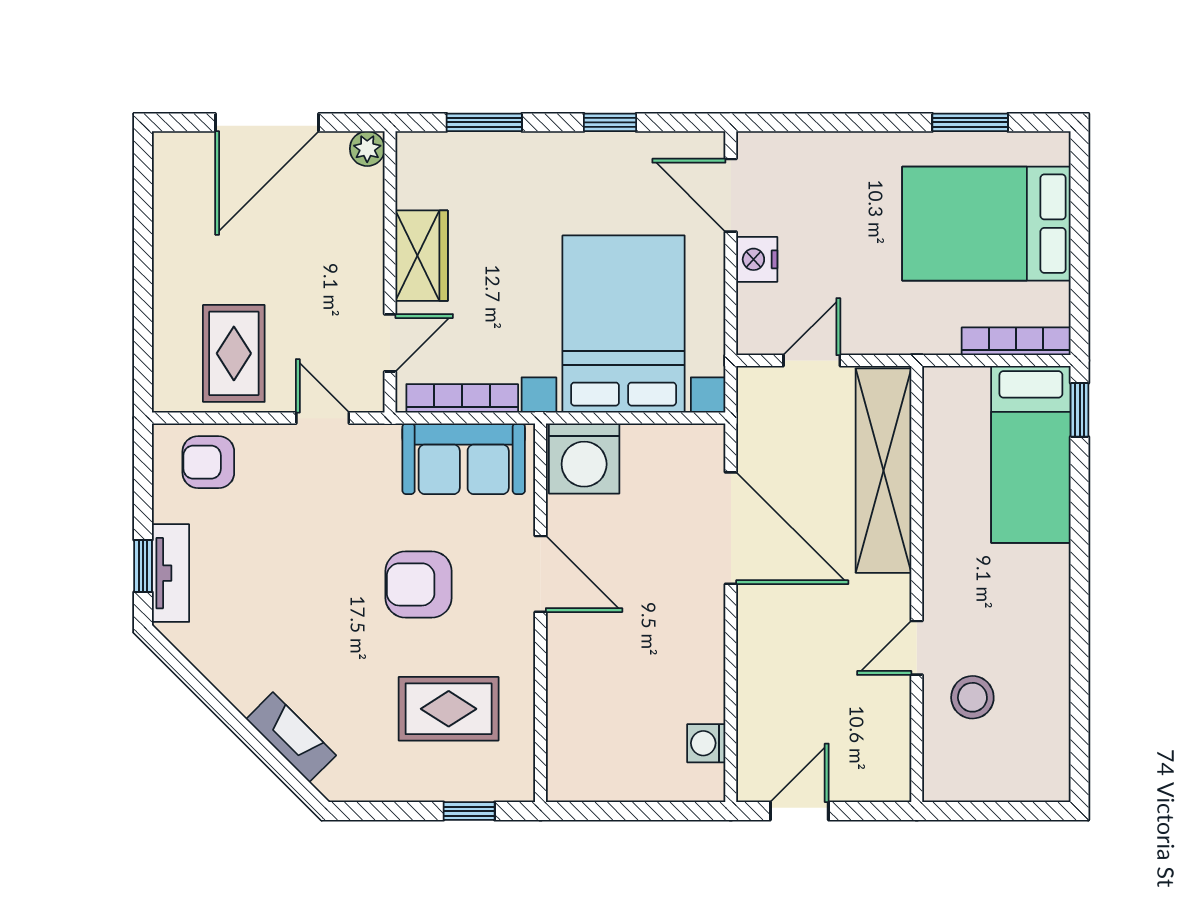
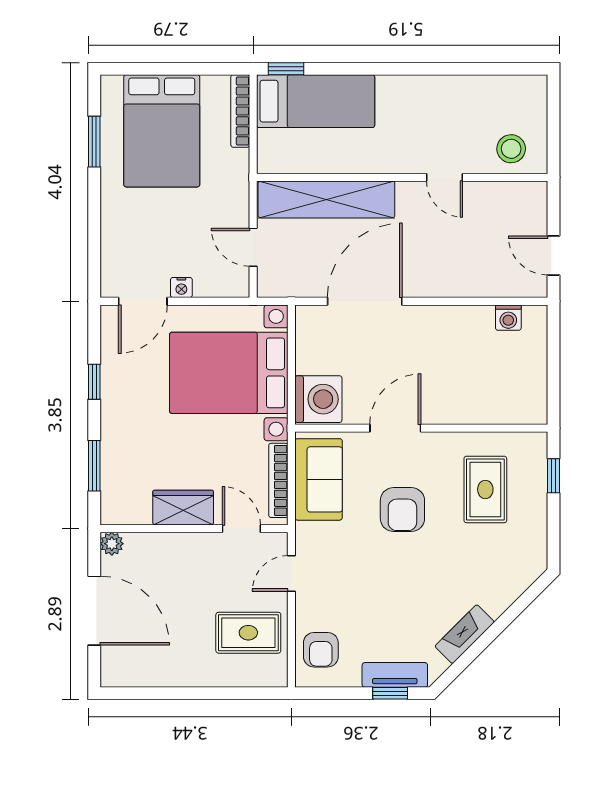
nightstand: (757, 259) -> (181, 288), width x0.72, depth x0.74
stool: (972, 697) -> (511, 149), moved
fireplace: (291, 737) -> (465, 634), moved

